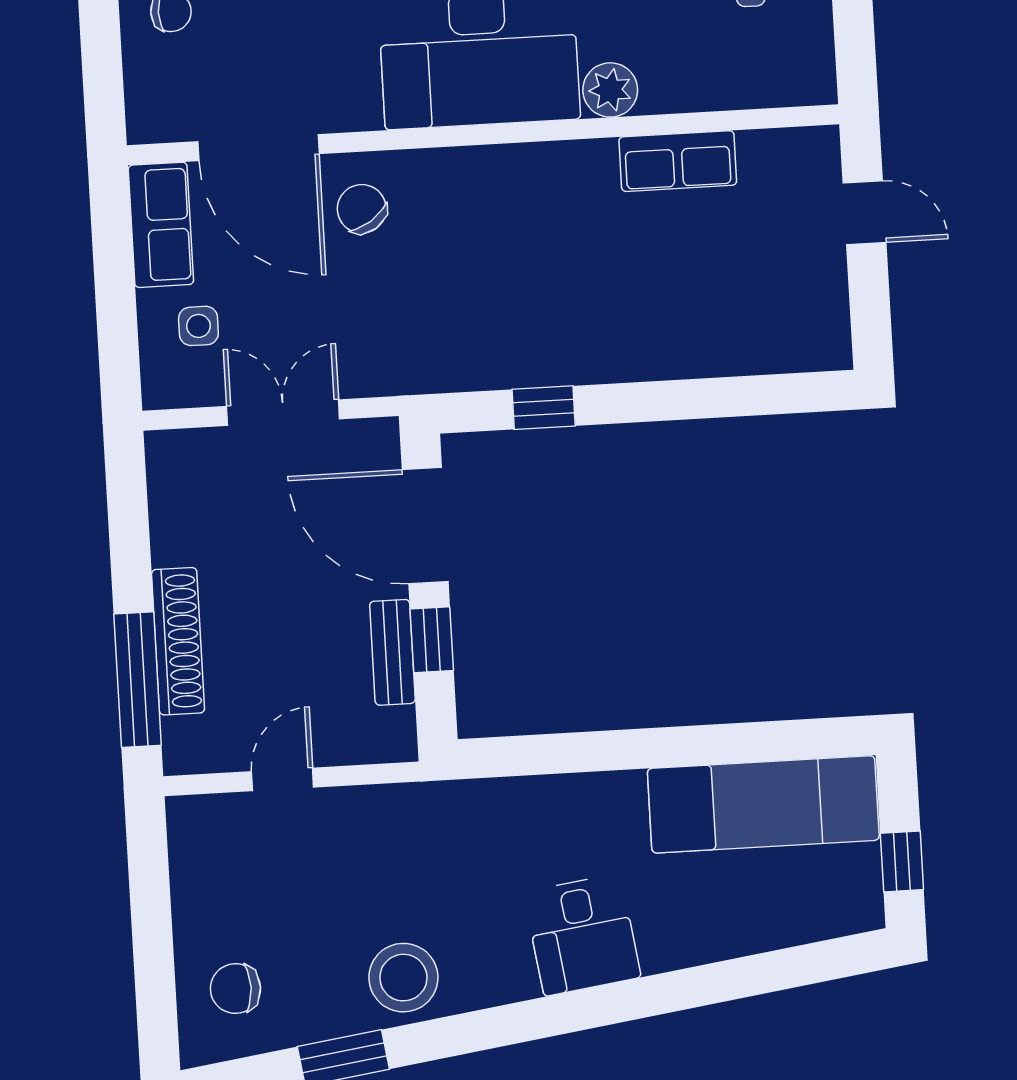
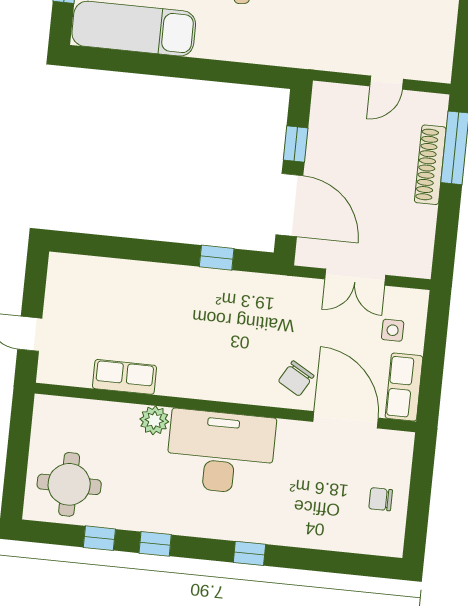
chair: (362, 209) -> (296, 378), turned 64
bench: (392, 652) -> (317, 141), removed

